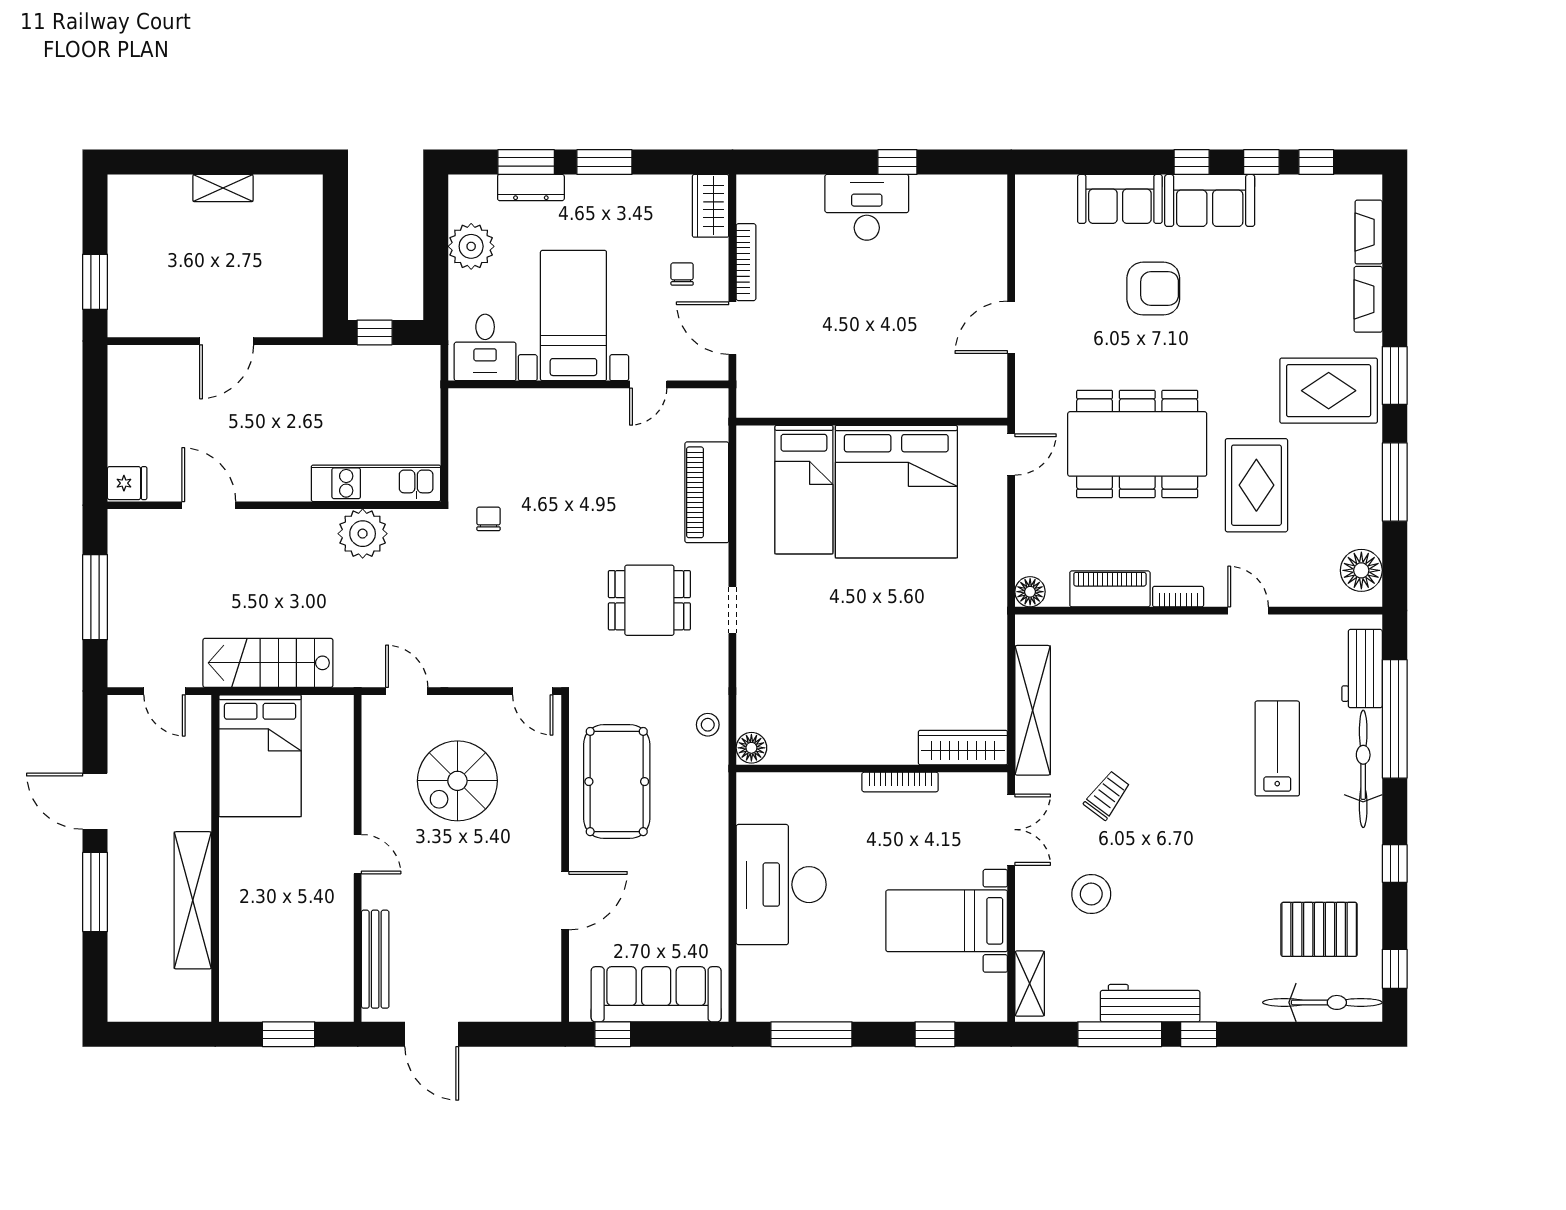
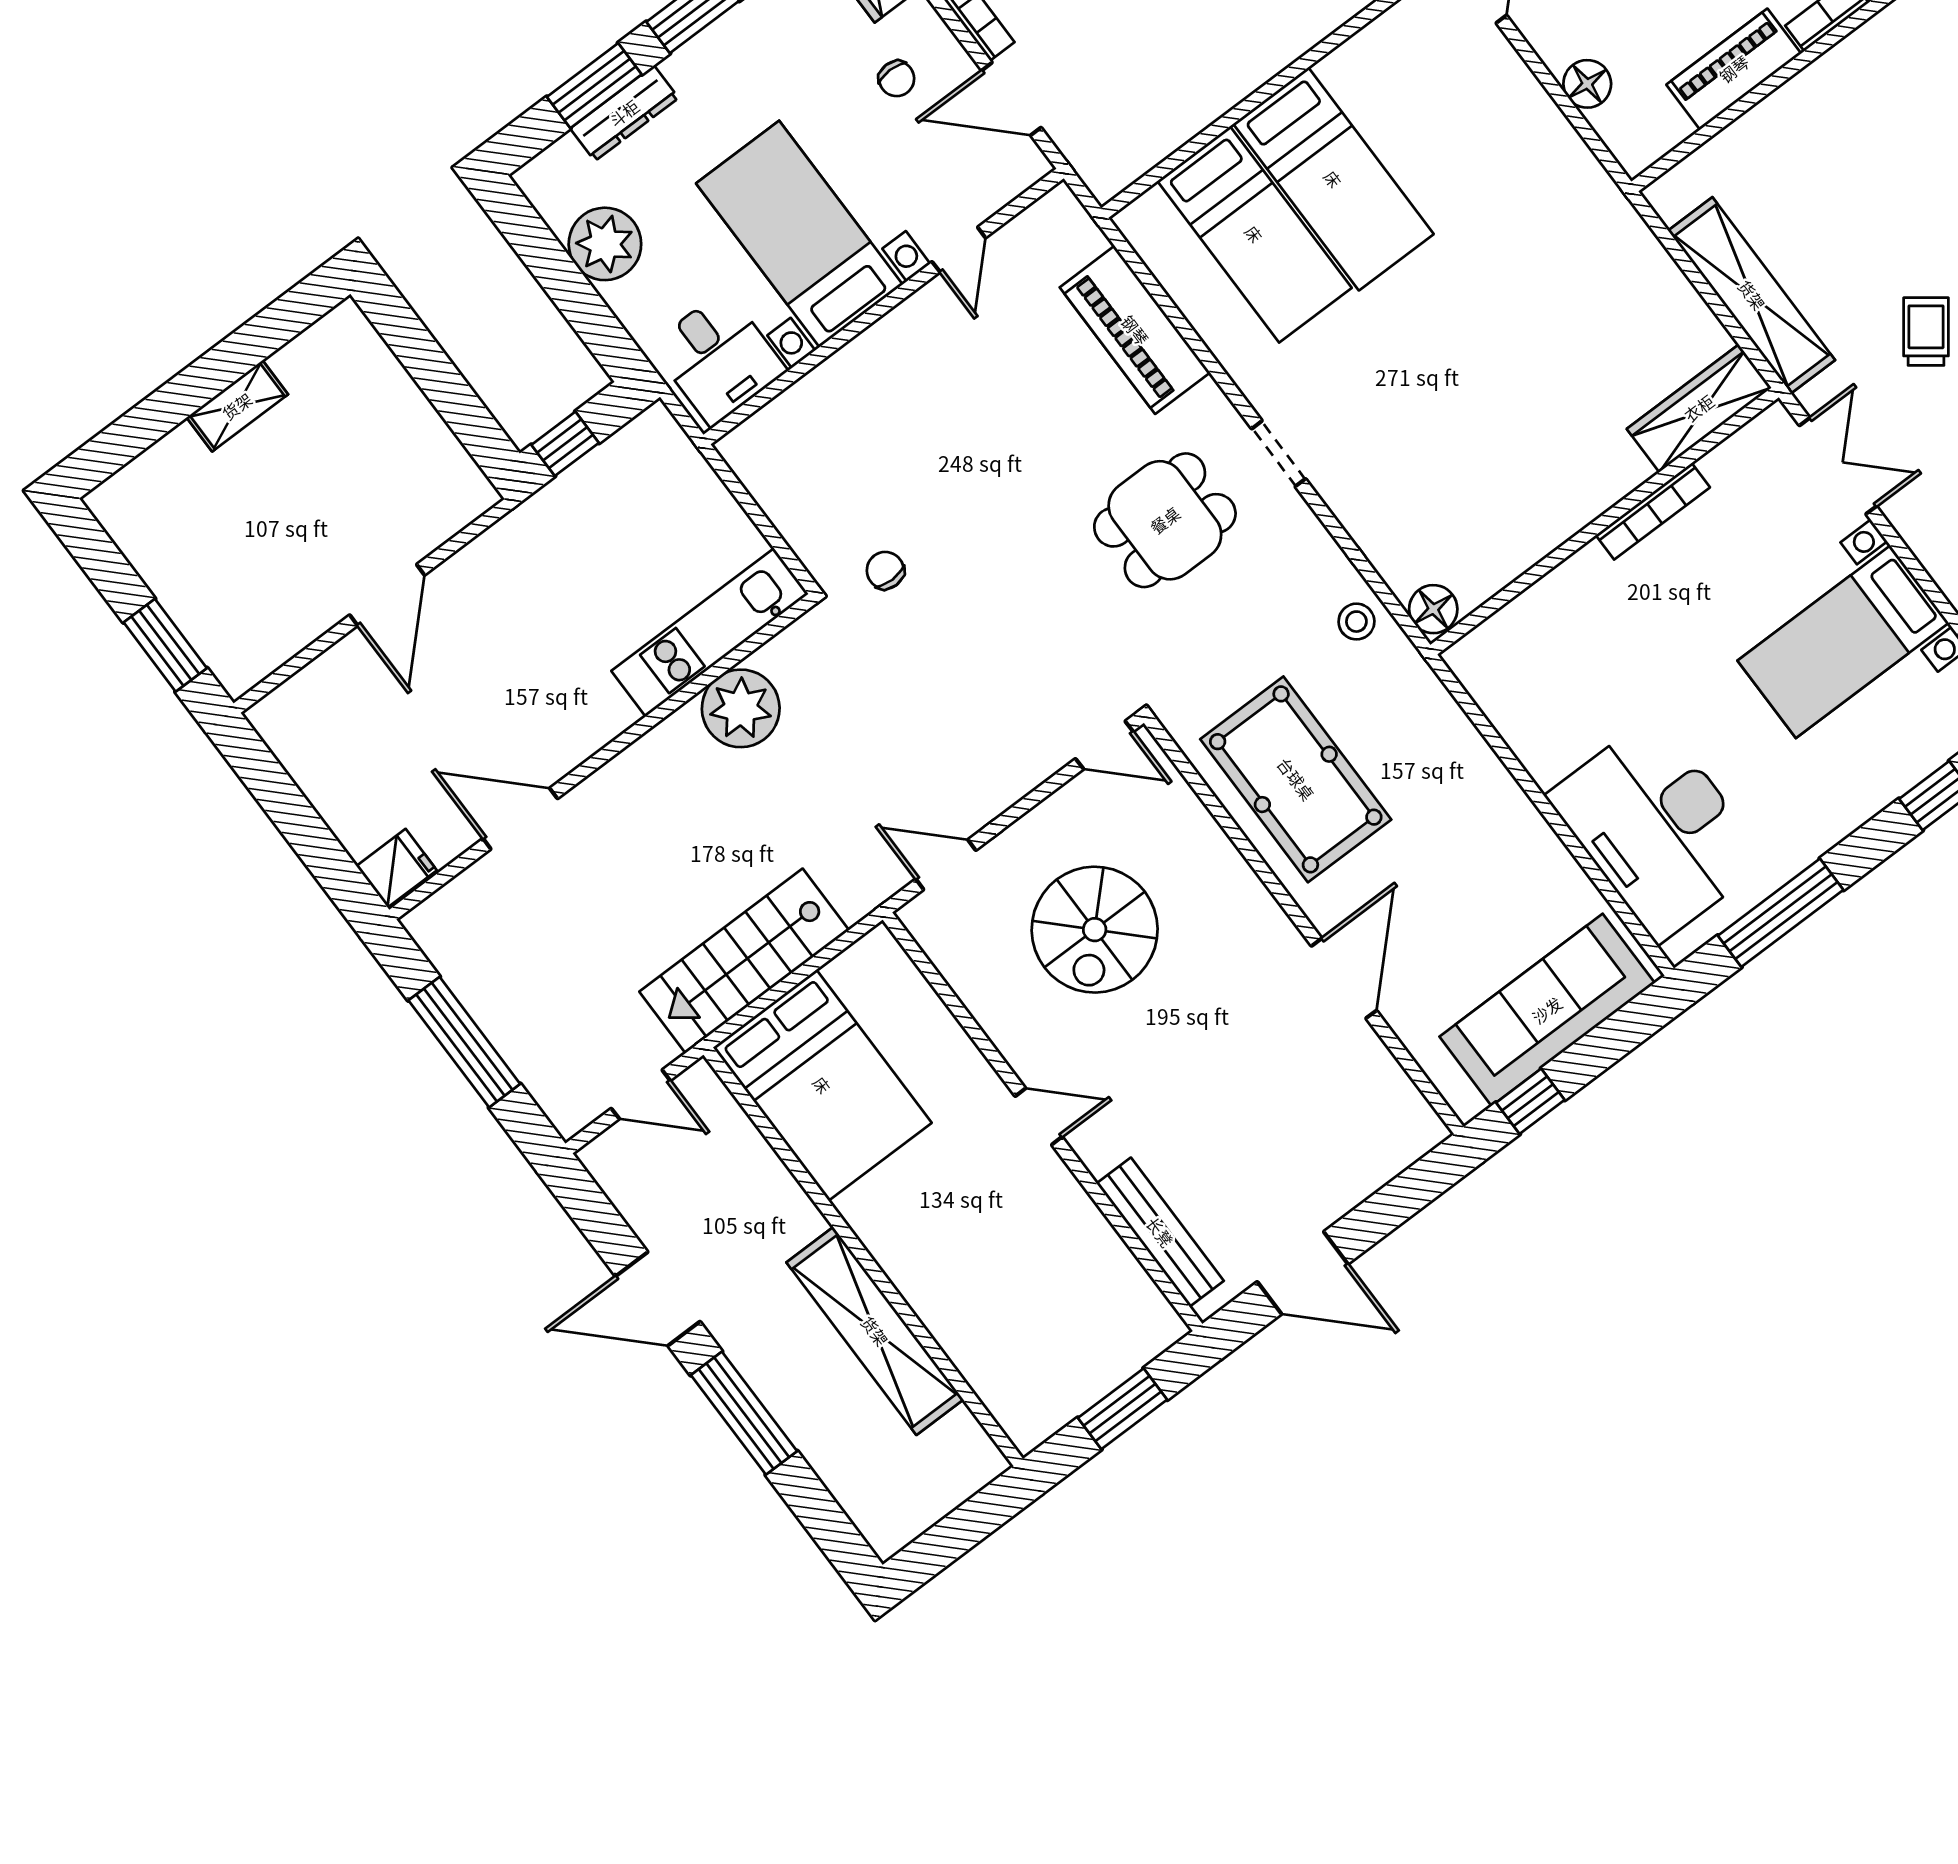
chair: (682, 274) -> (897, 79), turned 180
bed: (896, 492) -> (1333, 179), width x0.49
floor lamp: (1030, 592) -> (1587, 84), moved
desk: (781, 885) -> (1657, 828), moved

